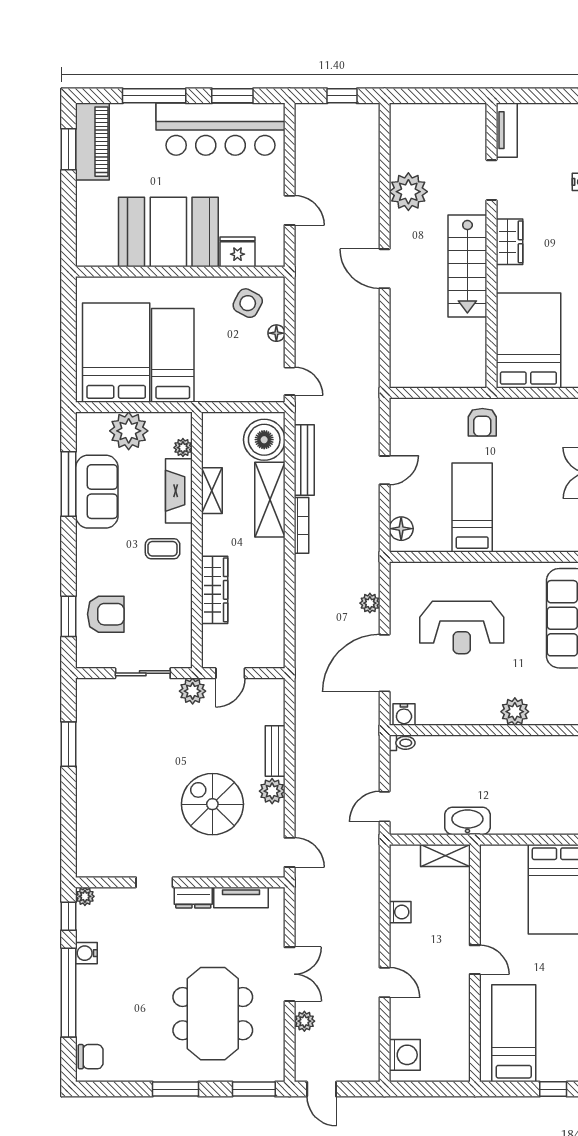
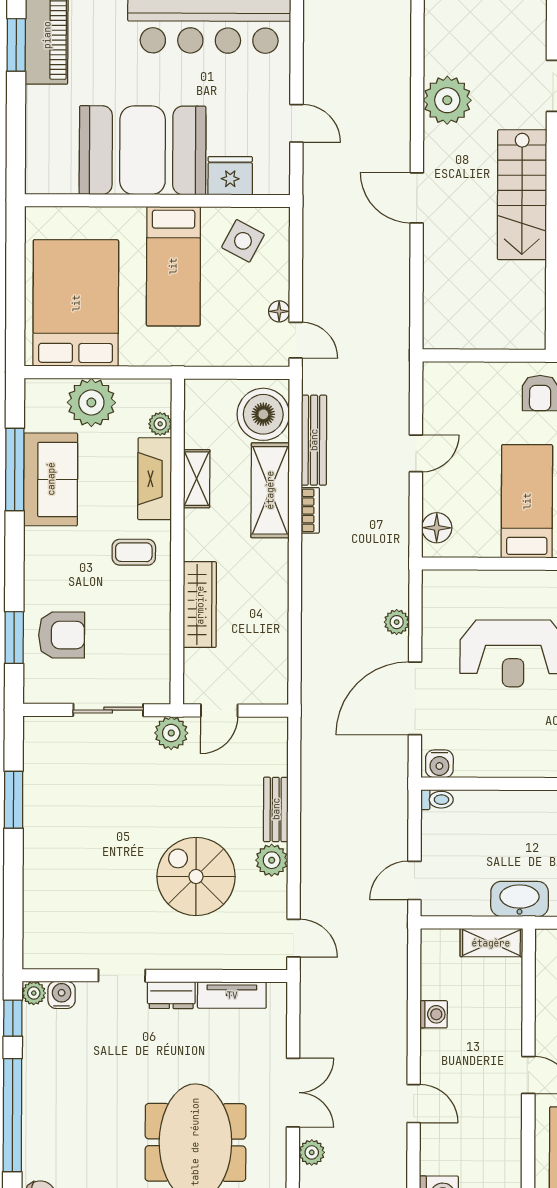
floor lamp: (276, 333) -> (279, 311), moved
bed: (173, 355) -> (173, 266), moved, turned 180
bookcase: (301, 525) -> (310, 510), width x0.64
water cooler: (86, 953) -> (62, 995), moved, turned 90

